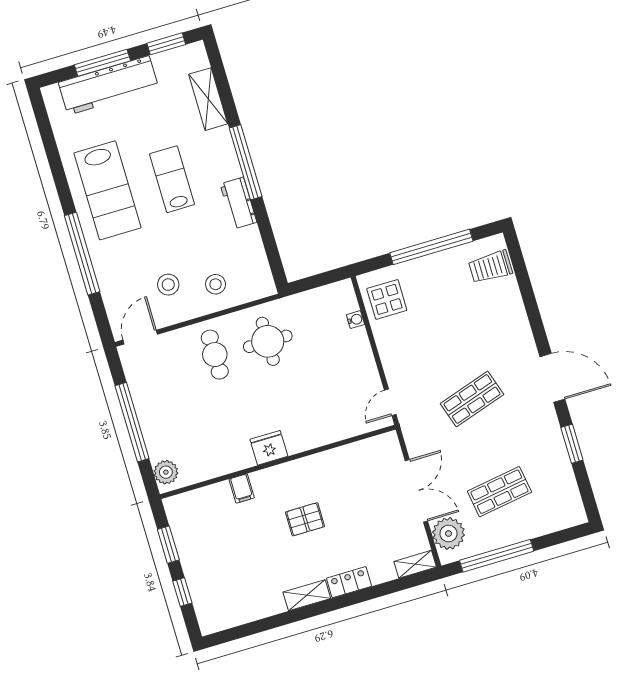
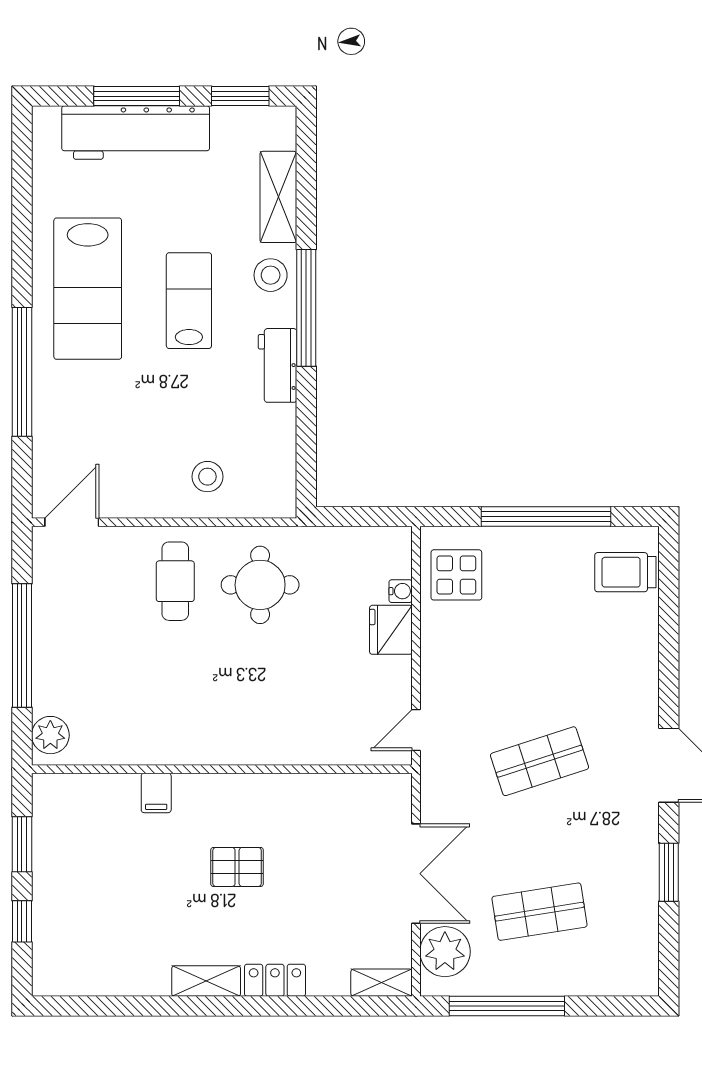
stool: (168, 285) -> (271, 275), moved
fridge: (269, 448) -> (391, 630), moved, turned -90

